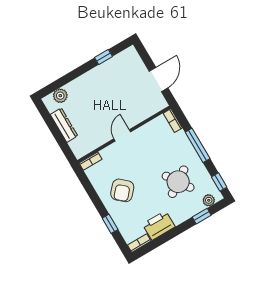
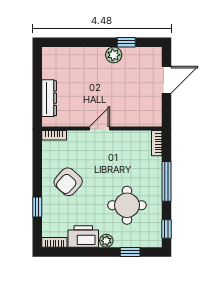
door: (159, 80) -> (167, 80), moved
plant: (60, 96) -> (114, 55), moved
dresser: (64, 125) -> (49, 98), moved
round table: (178, 182) -> (127, 205), turned 34
plant: (209, 200) -> (106, 241), moved

